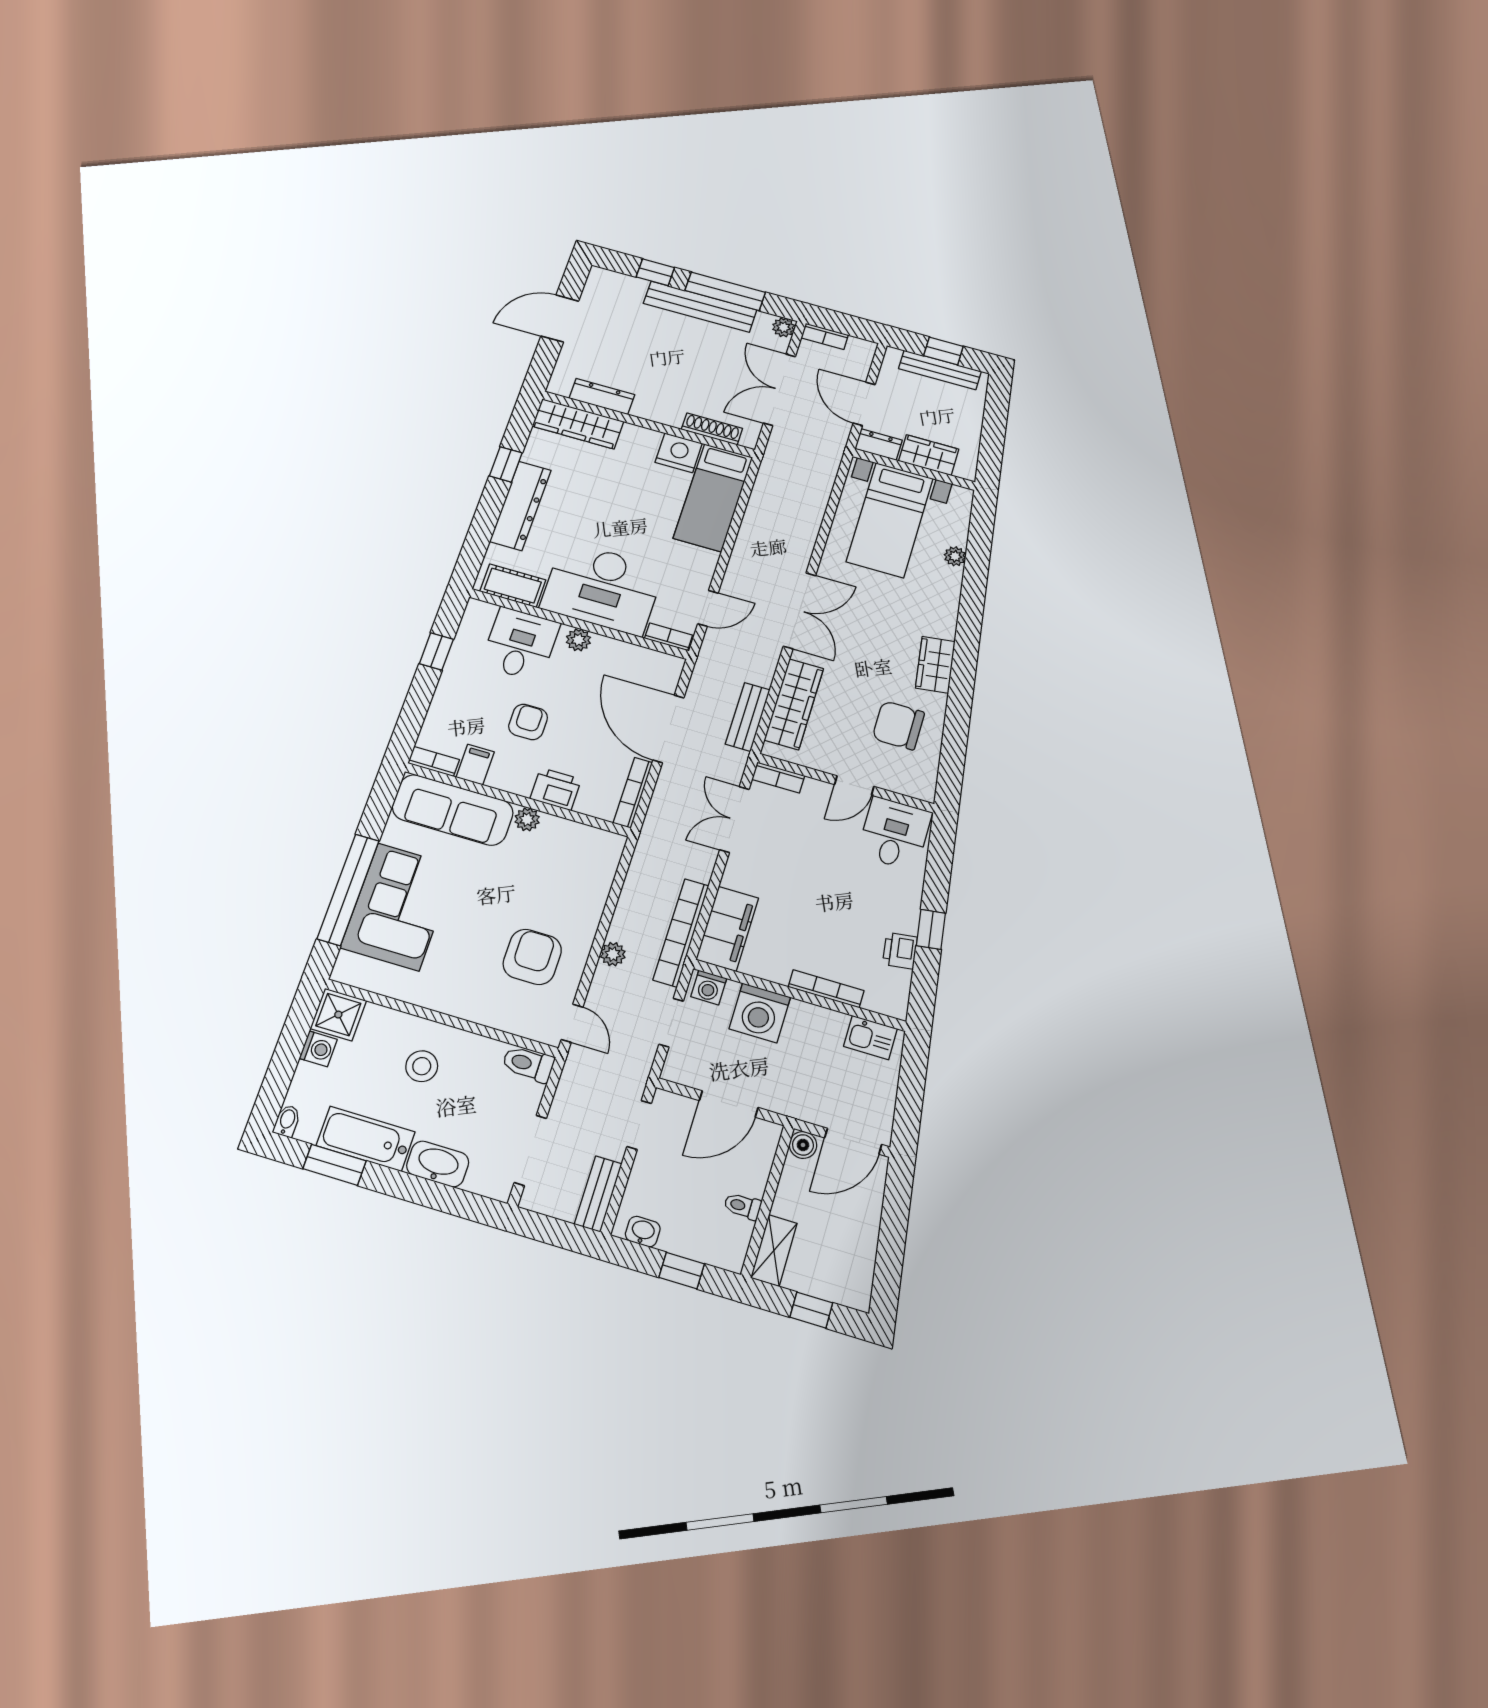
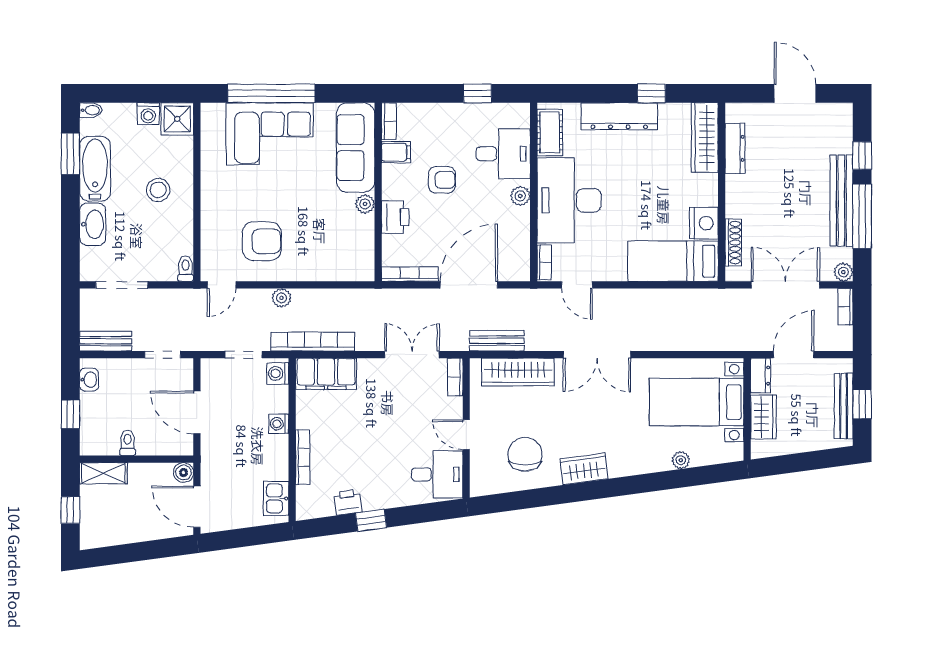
washing machine: (760, 1013) -> (279, 424), width x0.53, depth x0.53
toilet: (528, 1064) -> (186, 269), width x0.73, depth x0.72

